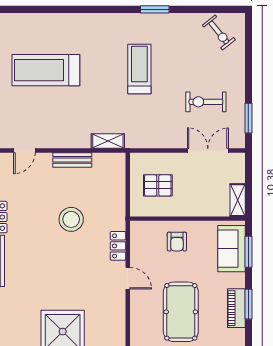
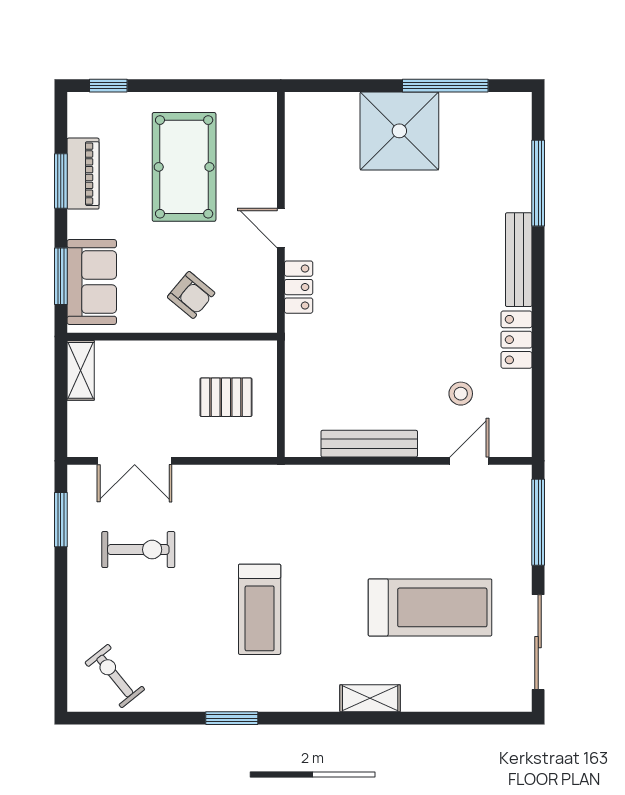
shelving: (108, 141) -> (370, 698), moved
bench: (72, 160) -> (369, 444), width x1.36
stool: (71, 219) -> (461, 394), moved, width x0.53, depth x0.53
armchair: (177, 242) -> (191, 295), turned 130

